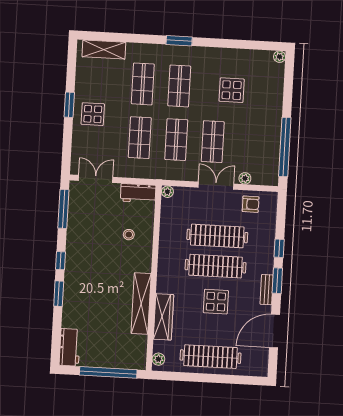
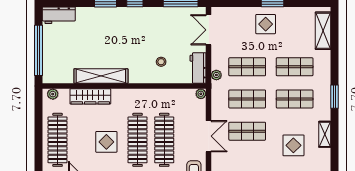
shelving: (221, 54) -> (325, 134), added
plant: (245, 178) -> (216, 75), moved
double door: (96, 179) -> (209, 30), swing flipped

